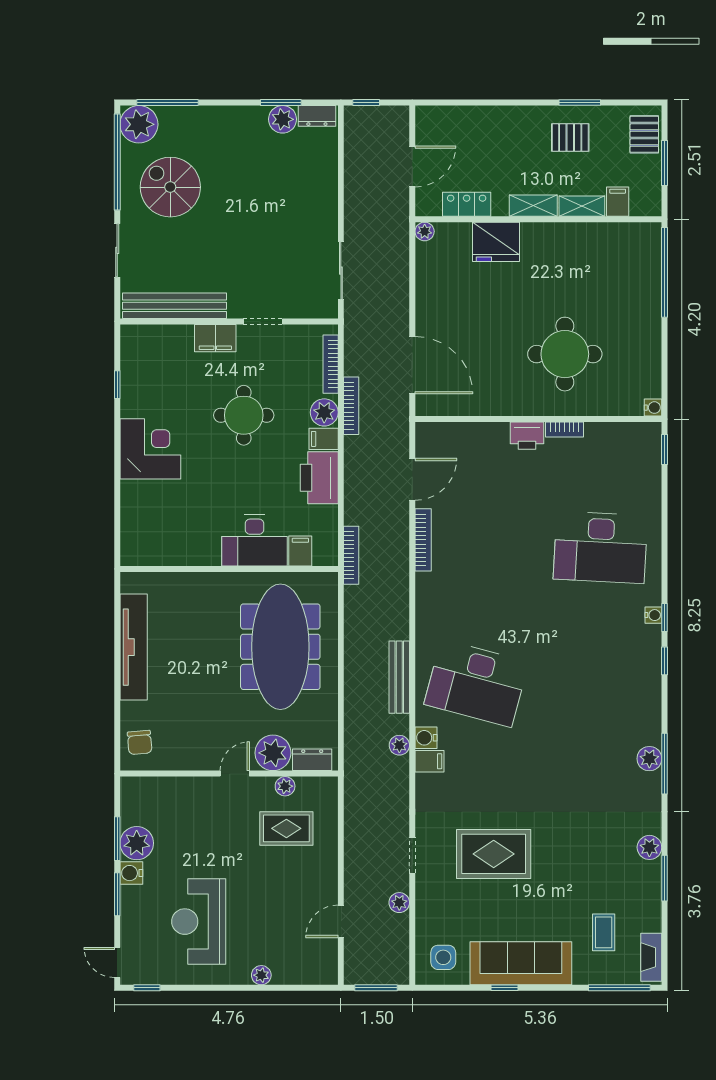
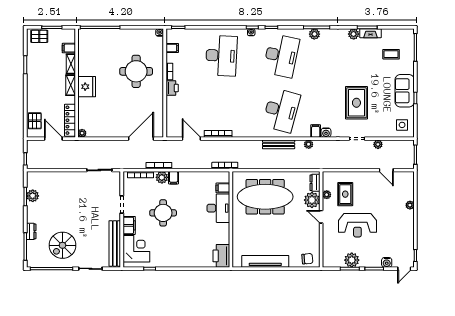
dresser: (317, 116) -> (31, 231), moved
plant: (139, 124) -> (35, 259), removed
pallet: (570, 138) -> (35, 121), moved
locker: (467, 204) -> (70, 120), width x1.53
fridge: (496, 242) -> (87, 87), moved
filing cabinet: (618, 436) -> (172, 48), added
corner desk: (150, 449) -> (136, 249), moved, turned 90
printer: (319, 478) -> (221, 256), moved, turned 90
desk: (600, 683) -> (281, 56), added
water cooler: (426, 738) -> (326, 133), moved
water cooler: (131, 873) -> (387, 262), moved
reception desk: (199, 922) -> (357, 225), moved
fireplace: (651, 957) -> (370, 33), moved
sofa: (521, 963) -> (405, 91), width x0.73

